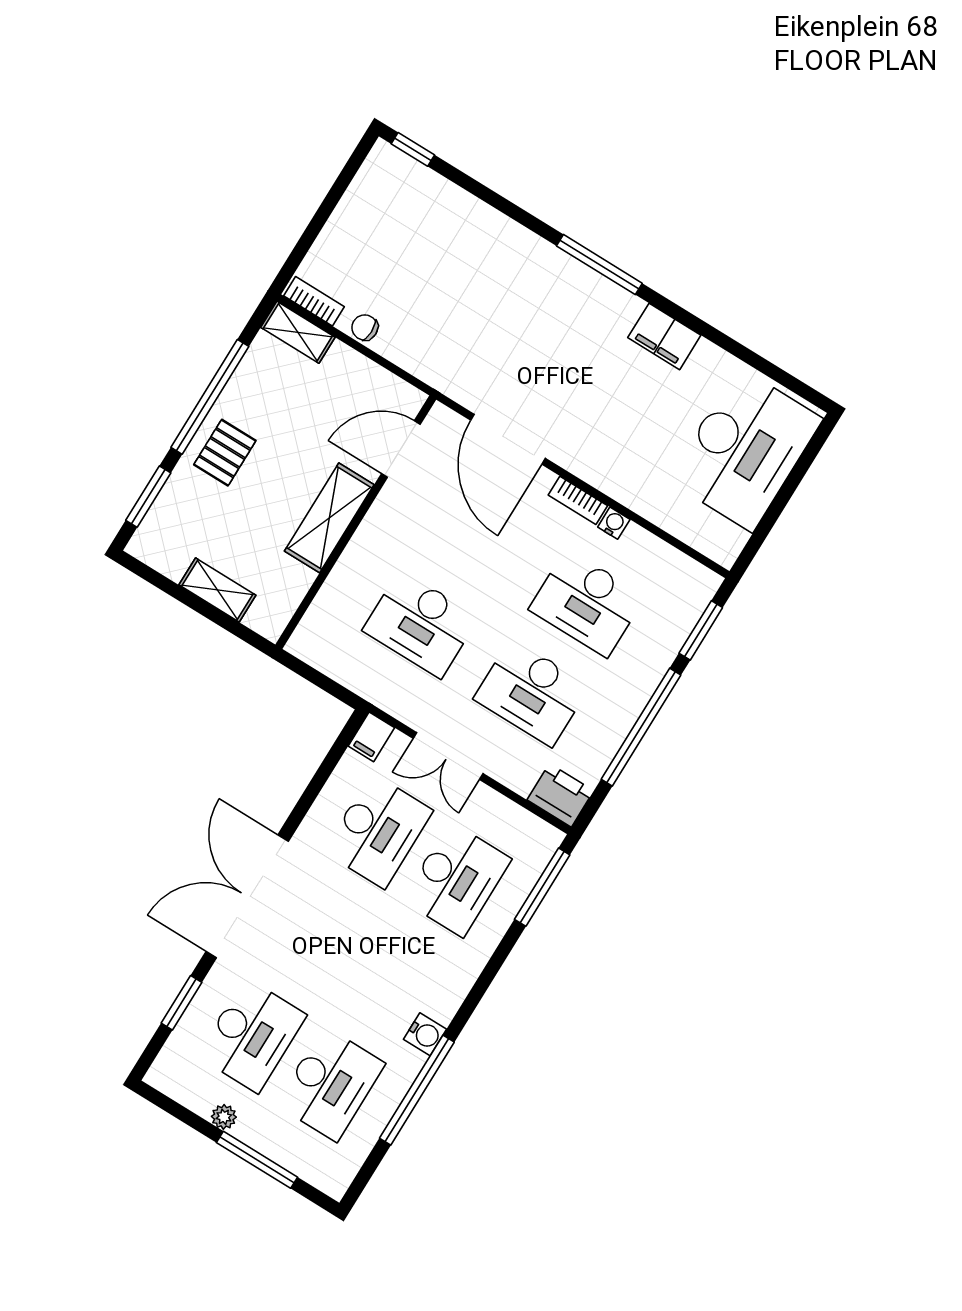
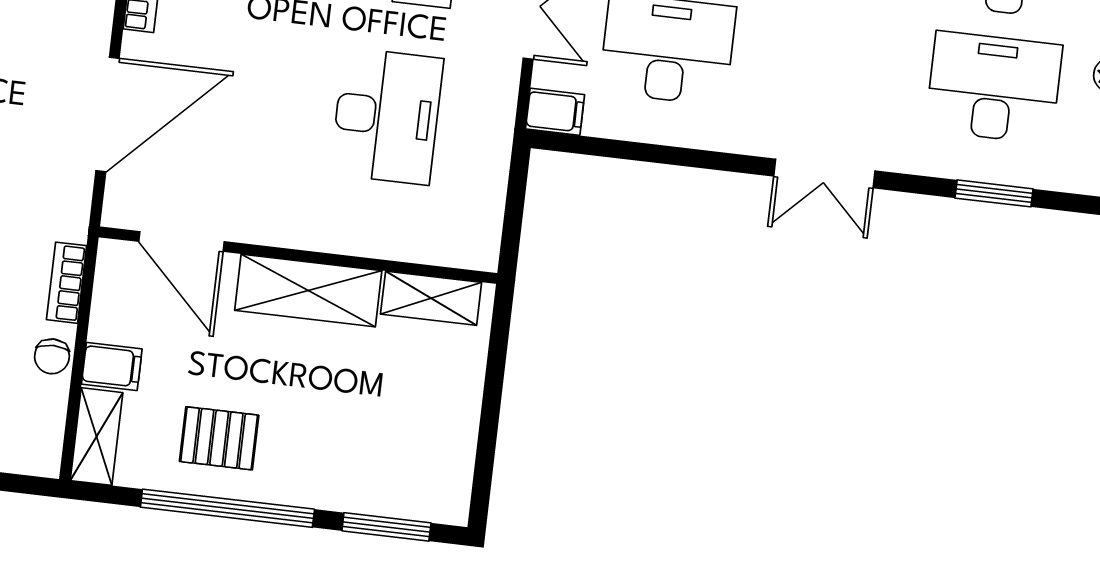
bookcase: (314, 301) -> (67, 283), moved
filing cabinet: (340, 364) -> (112, 366), added
pallet: (225, 453) -> (219, 438), moved
shelving: (217, 590) -> (431, 298), moved, turned 90
double door: (247, 896) -> (824, 173), width x0.54

